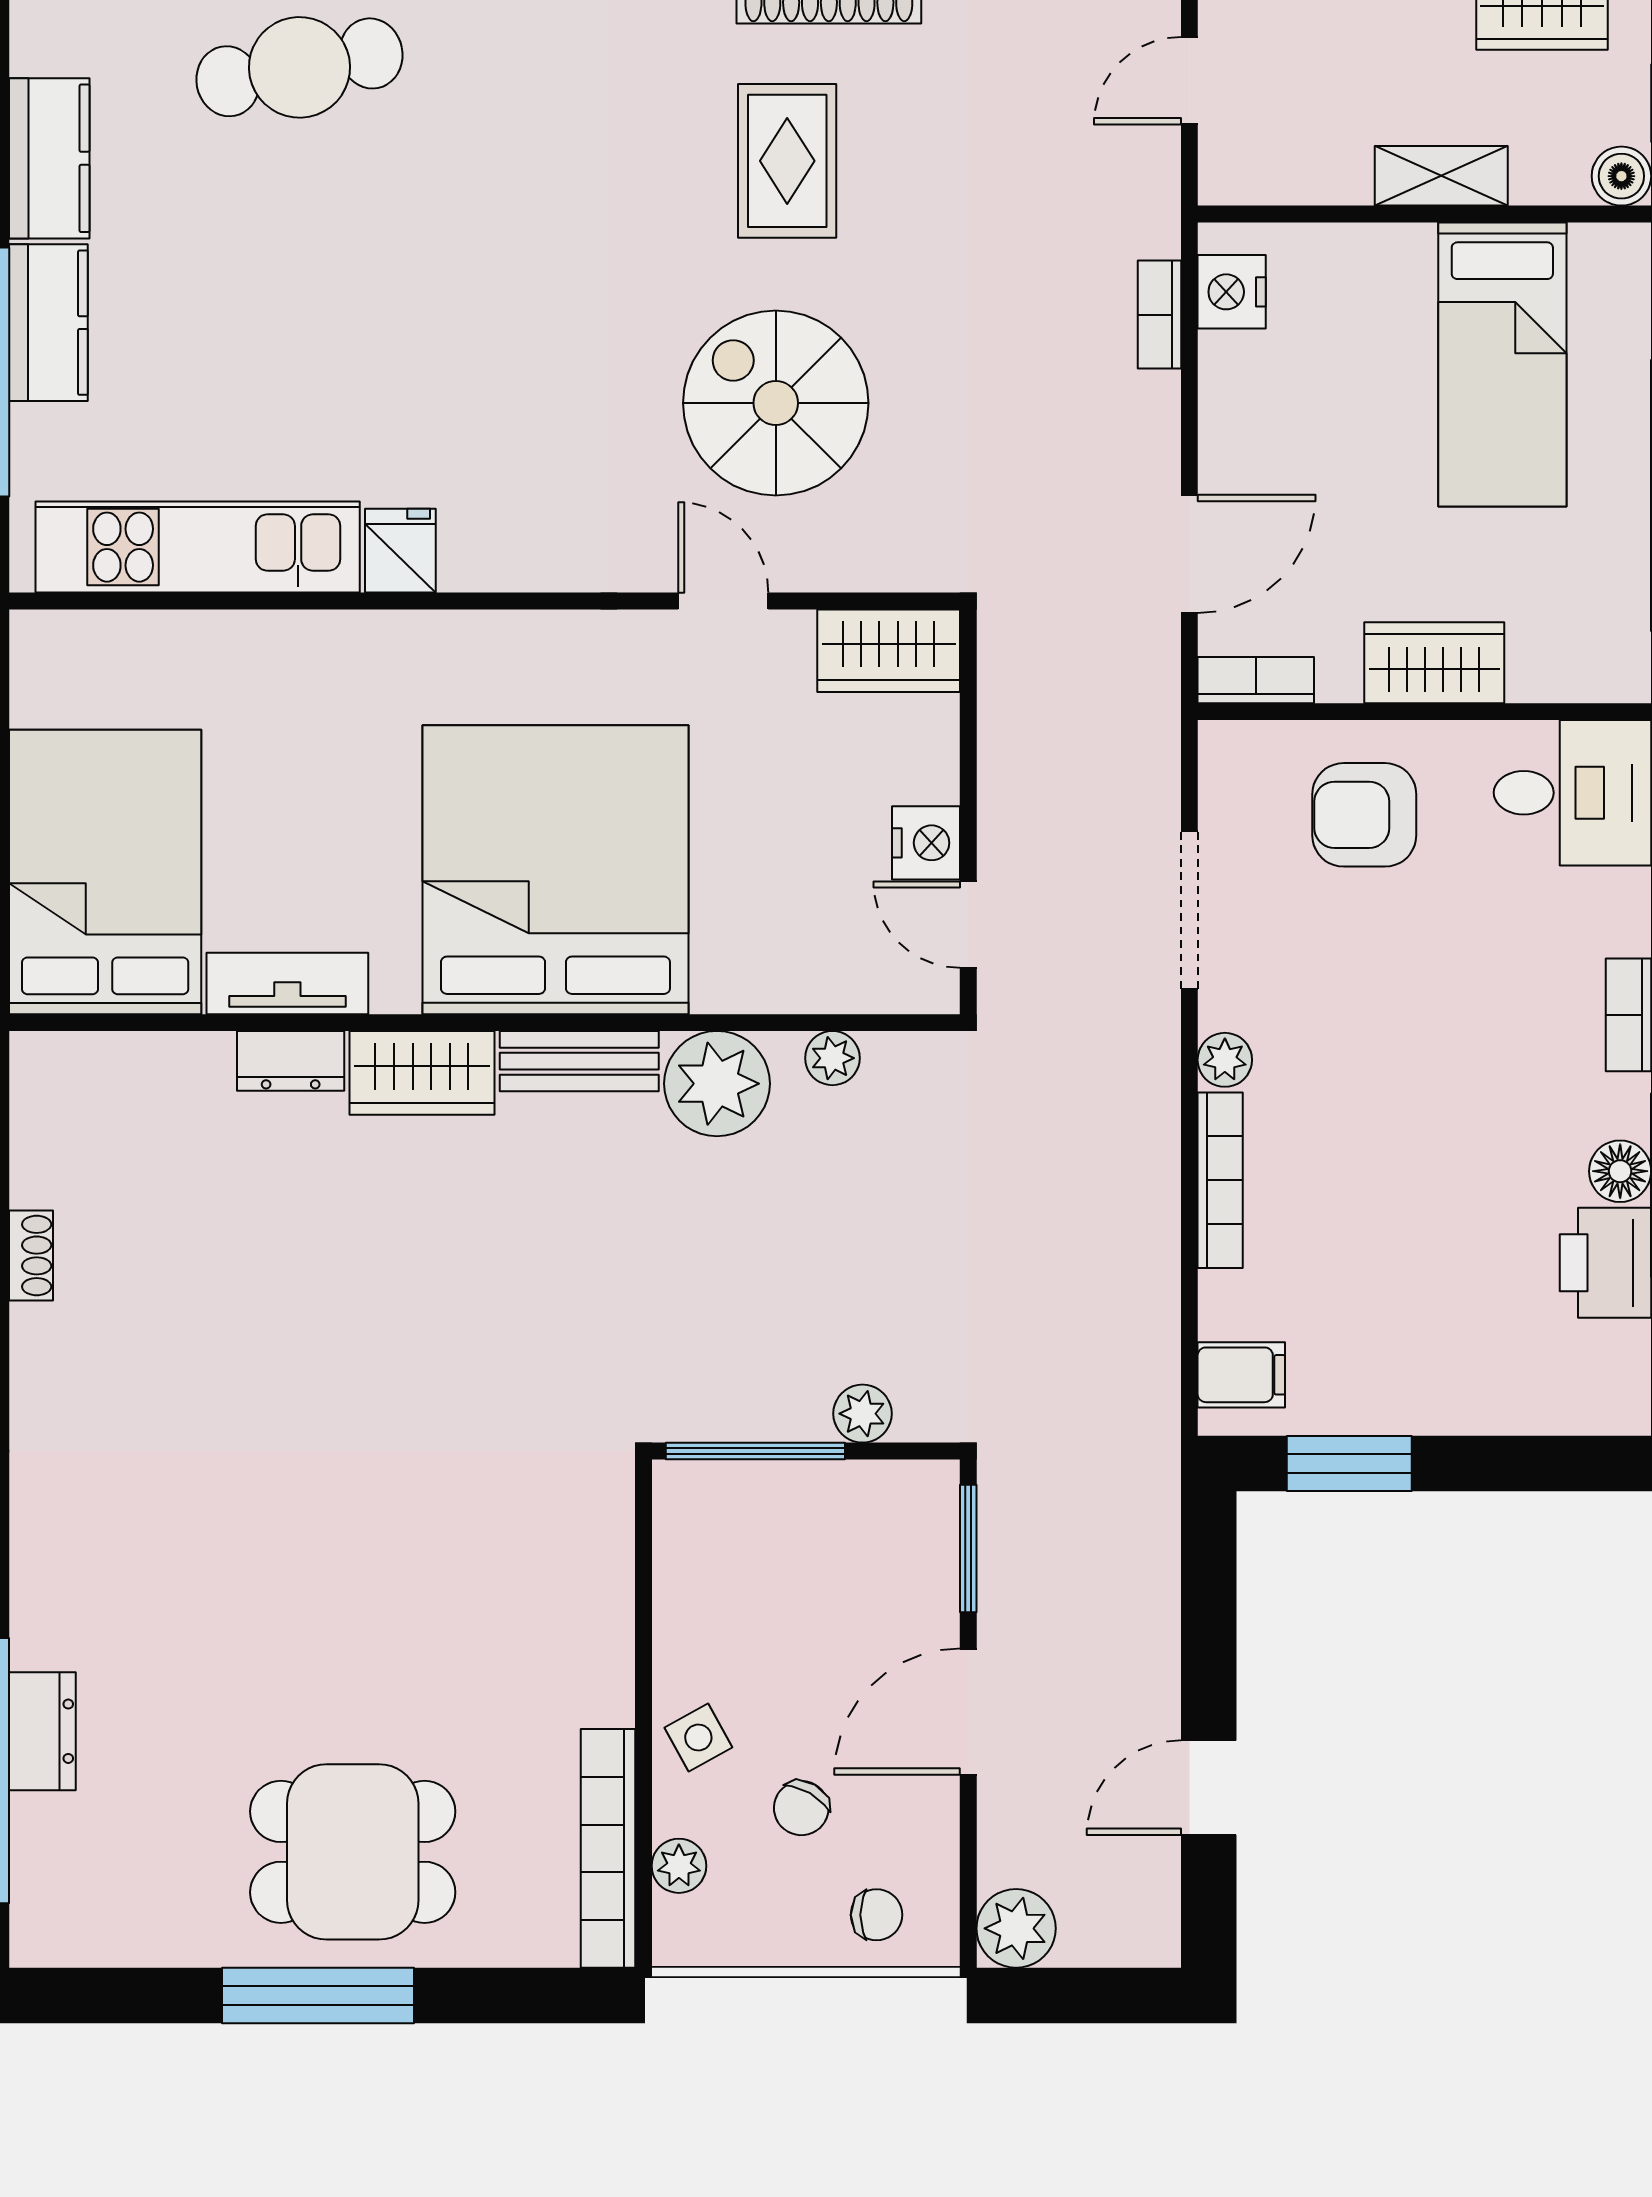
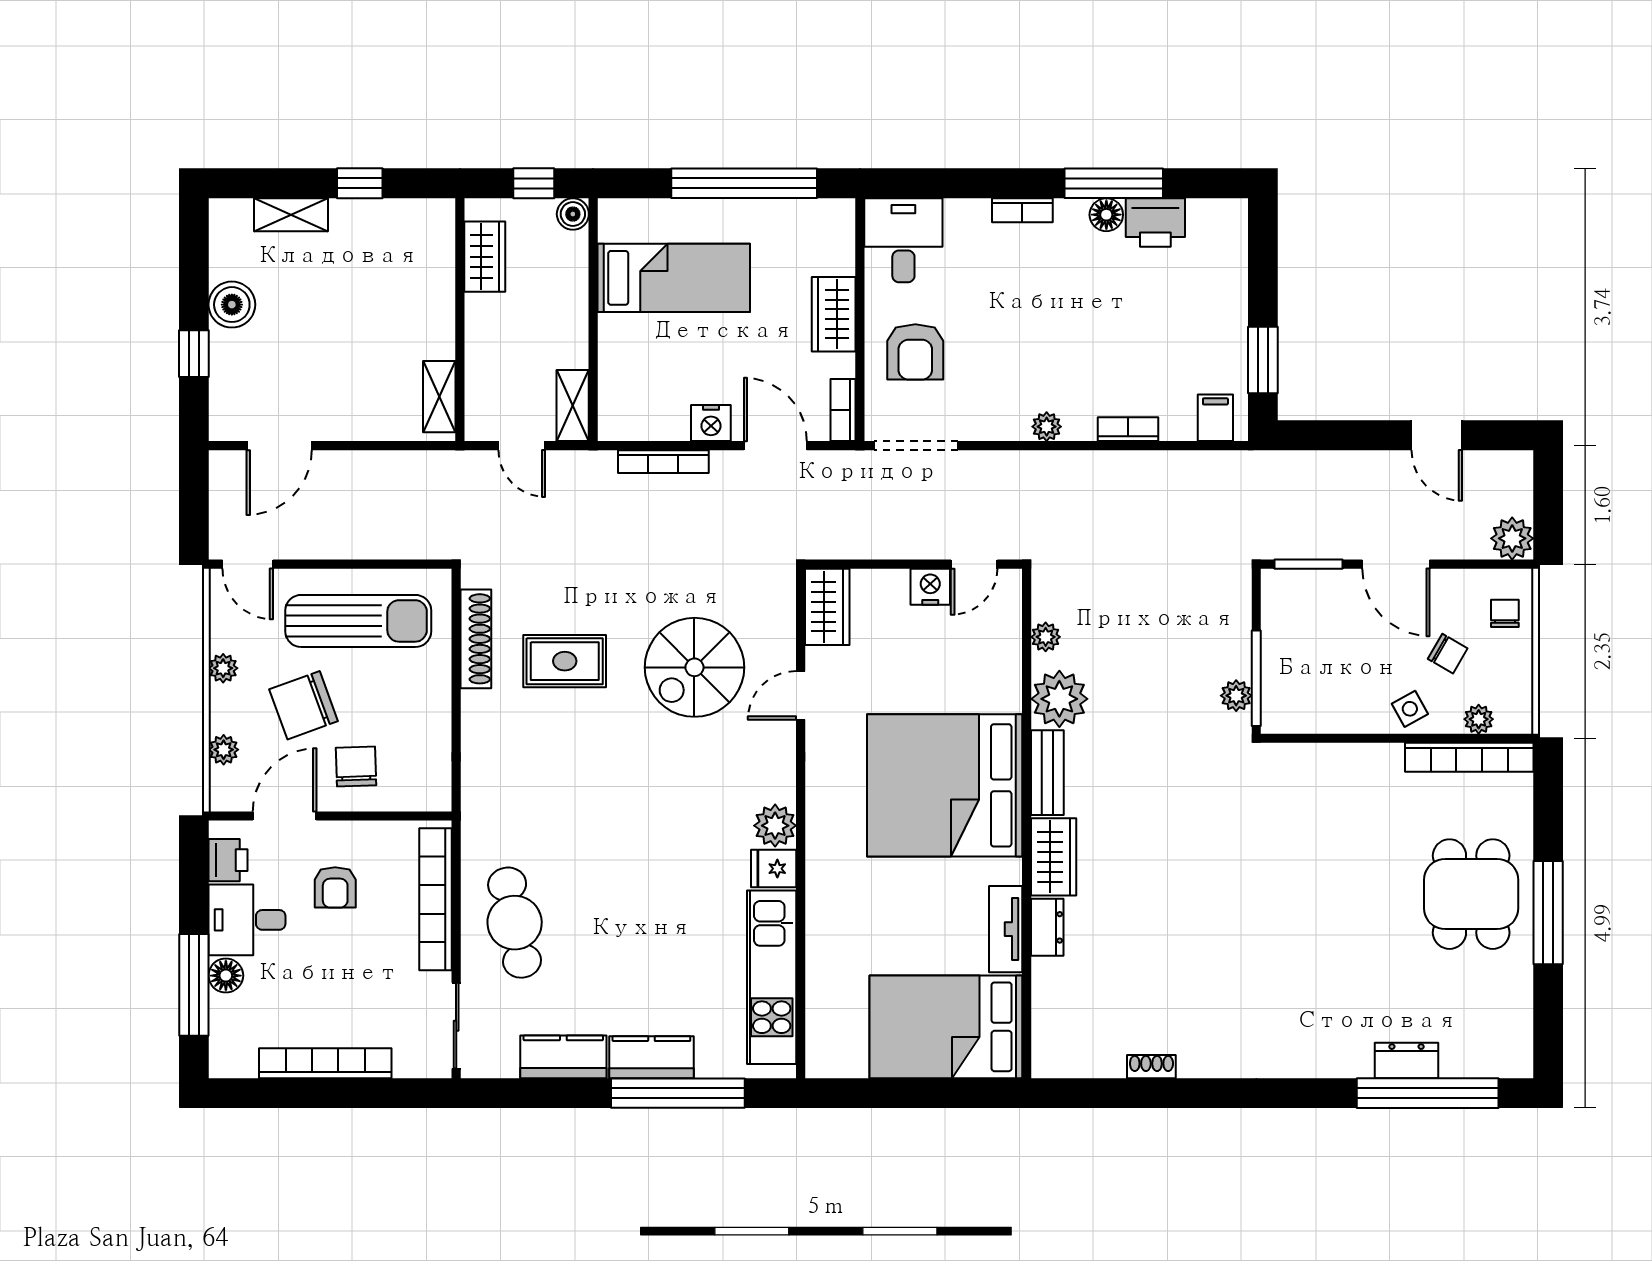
shelving: (1441, 176) -> (573, 406), moved
nightstand: (1232, 292) -> (711, 423), moved
bookcase: (1159, 315) -> (663, 462), width x1.56
plant: (481, 553) -> (775, 826), added
doorway: (1189, 910) -> (916, 446), moved
bookcase: (1220, 1180) -> (1128, 429), width x0.64
plant: (862, 1414) -> (1236, 696), moved

